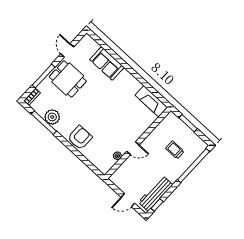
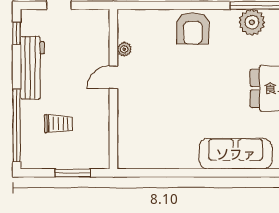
sofa: (107, 63) -> (236, 154), width x1.36
fireplace: (151, 101) -> (145, 158), removed
workbench: (156, 193) -> (32, 68), moved

